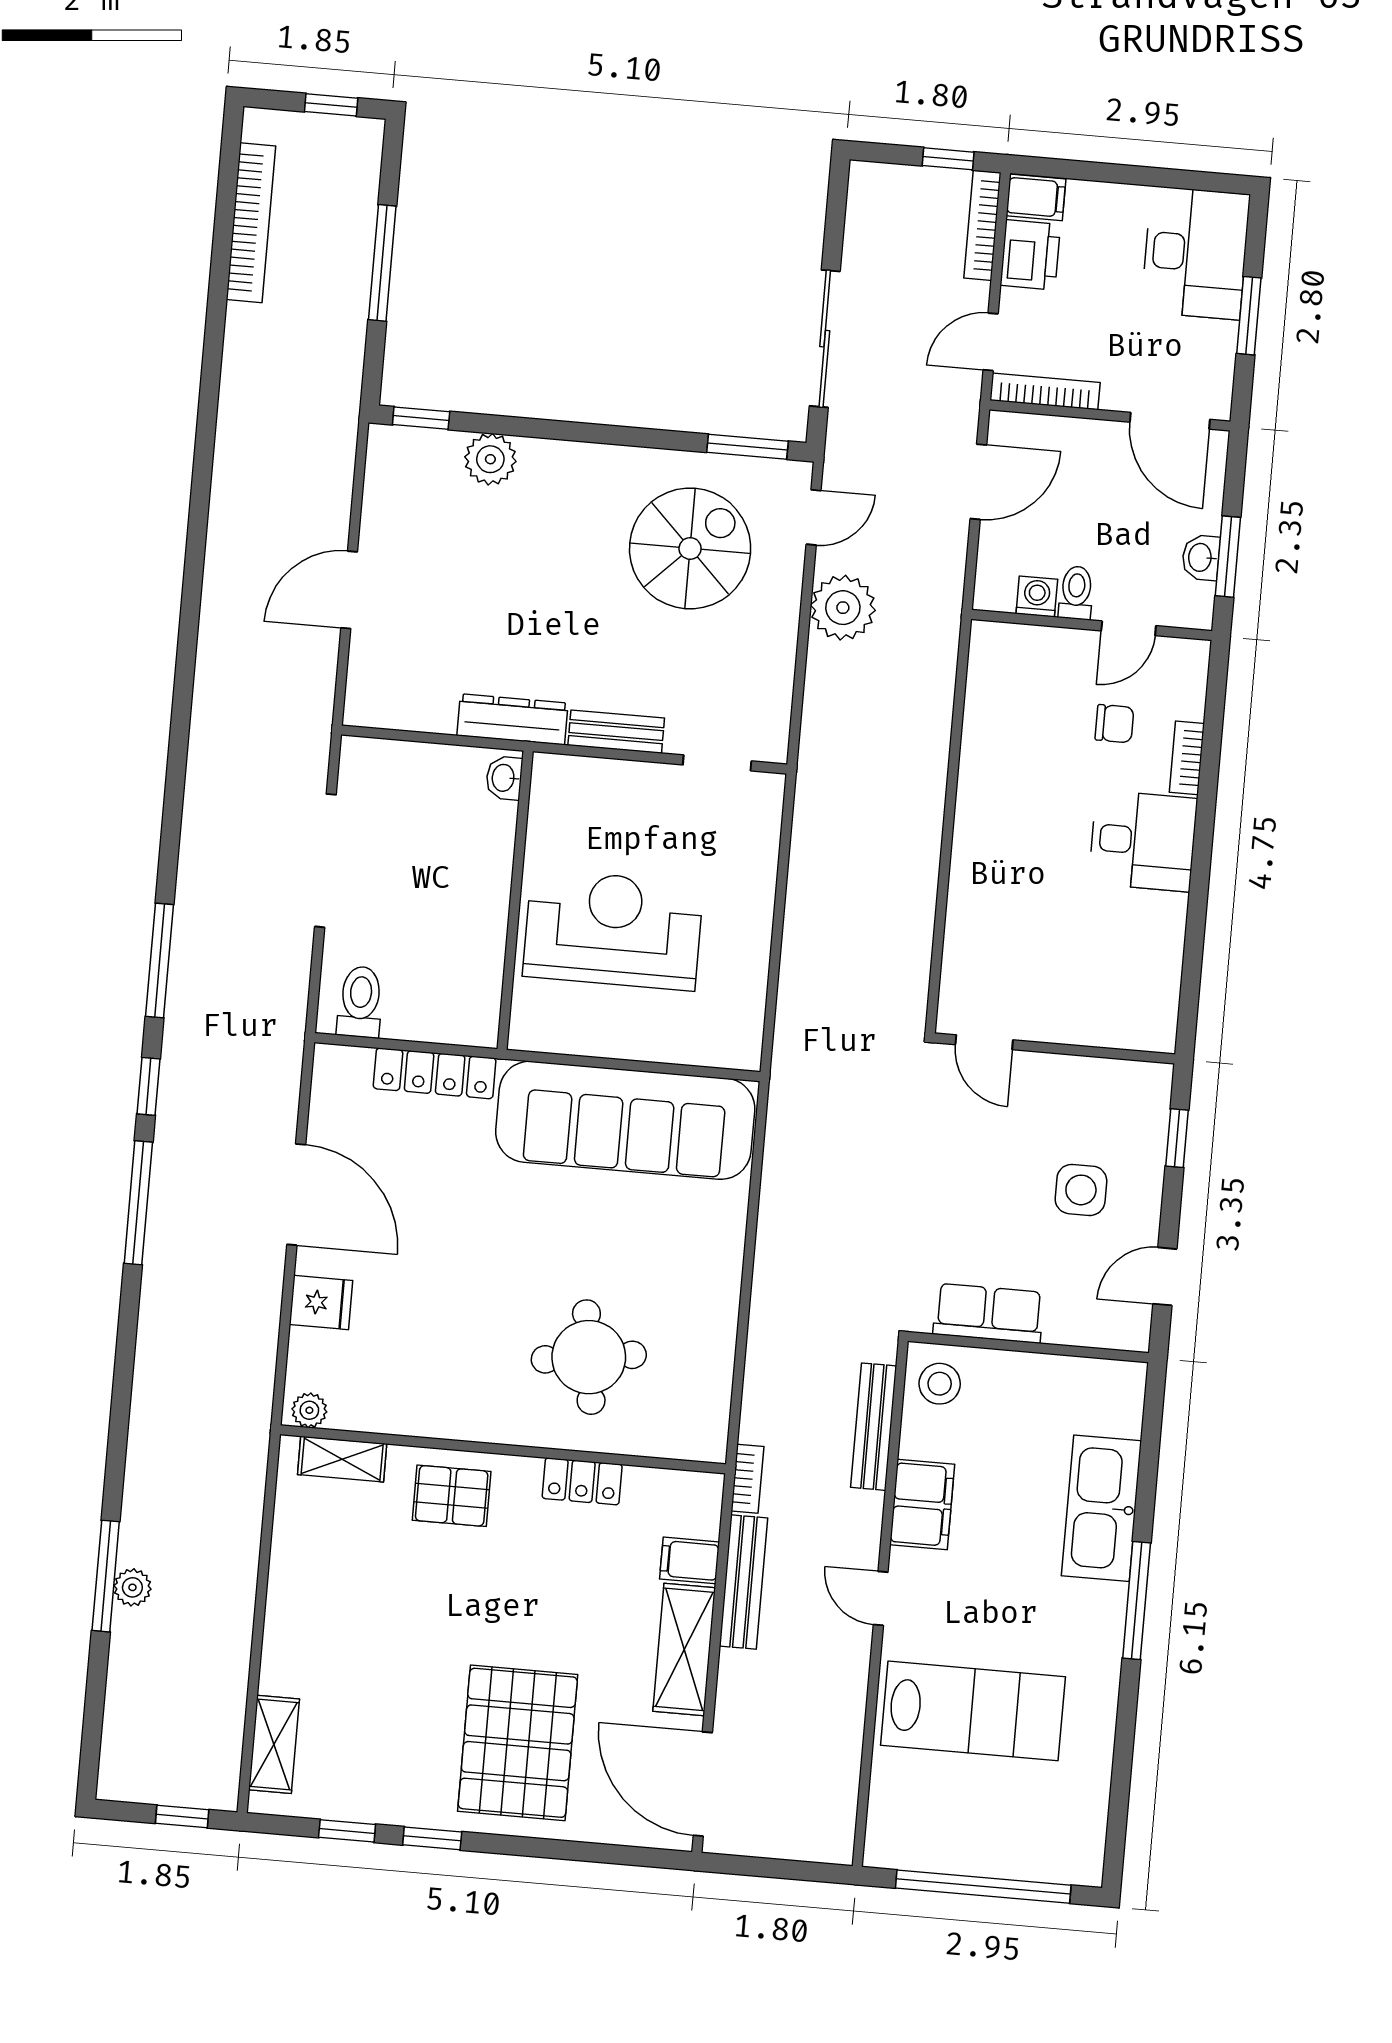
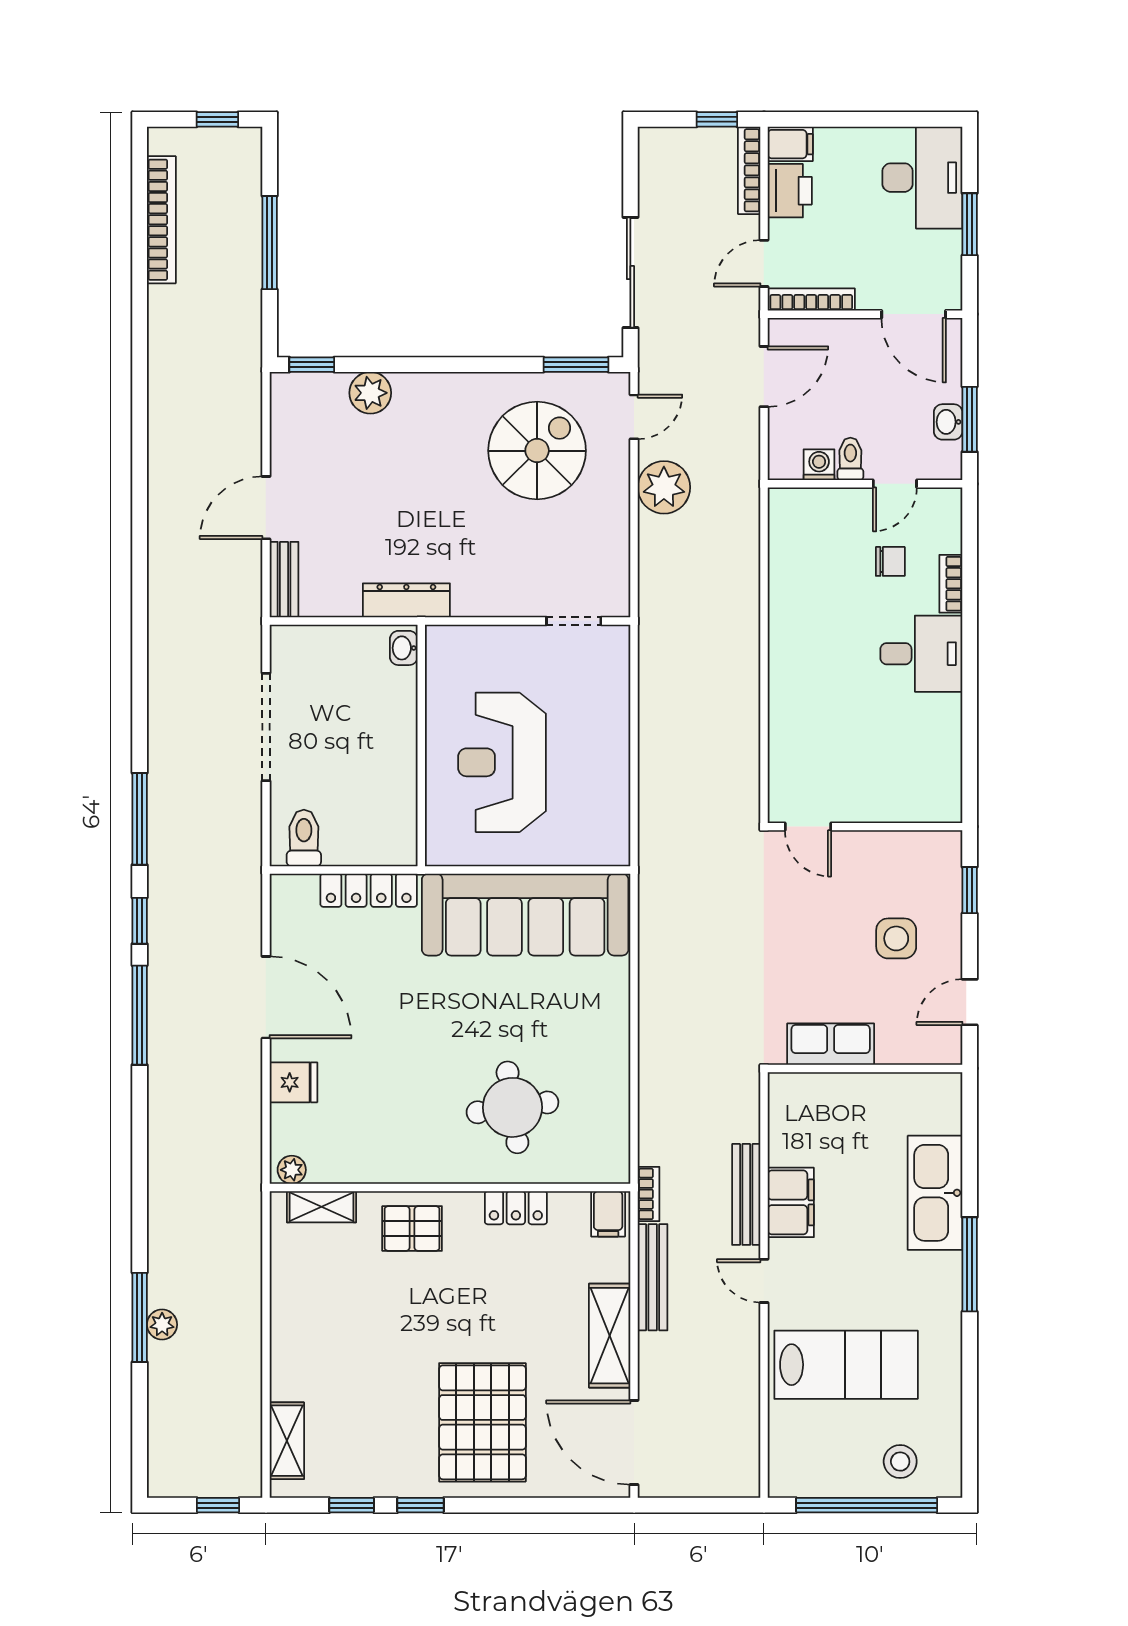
bench: (616, 732) -> (284, 580), moved, turned 90
reception desk: (613, 930) -> (502, 762), turned -90
stool: (940, 1384) -> (900, 1462), moved
bench: (874, 1427) -> (746, 1194), moved
filing cabinet: (690, 1560) -> (608, 1214), moved, turned -90

